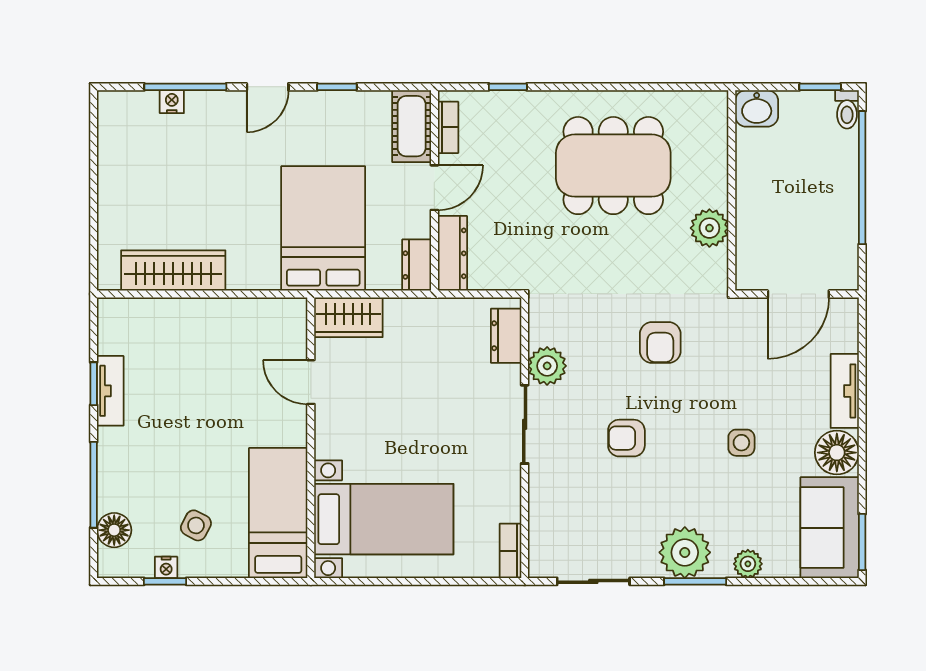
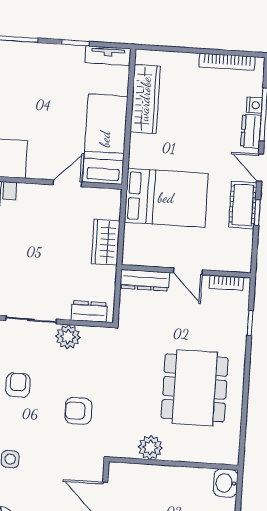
cot: (412, 126) -> (243, 205), moved, turned 90
bookcase: (108, 148) -> (227, 62), added
dresser: (417, 265) -> (251, 131), moved, turned -90
wardrobe: (348, 317) -> (106, 242), moved
bed: (239, 328) -> (105, 139), added
tv unit: (110, 391) -> (108, 56), moved

